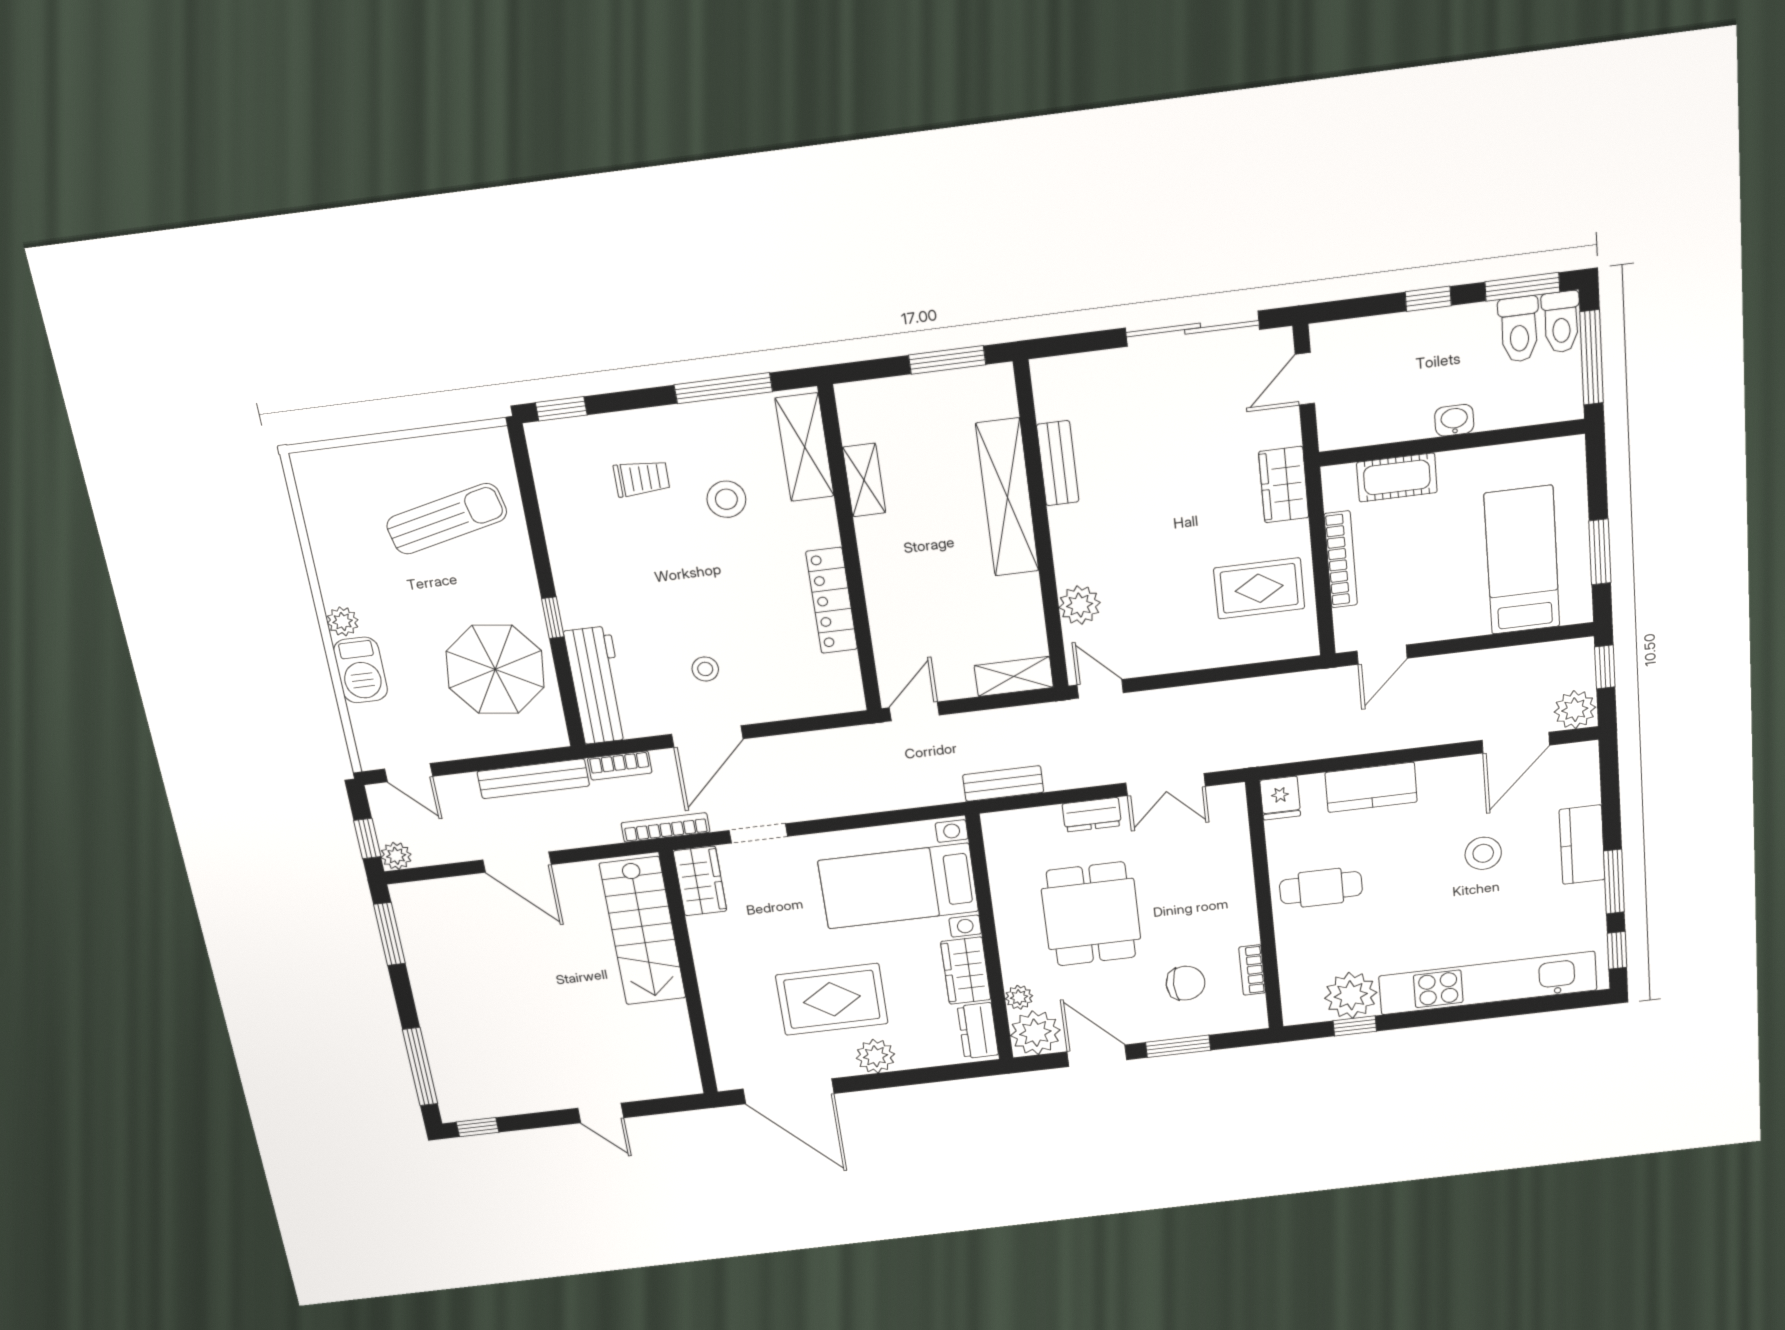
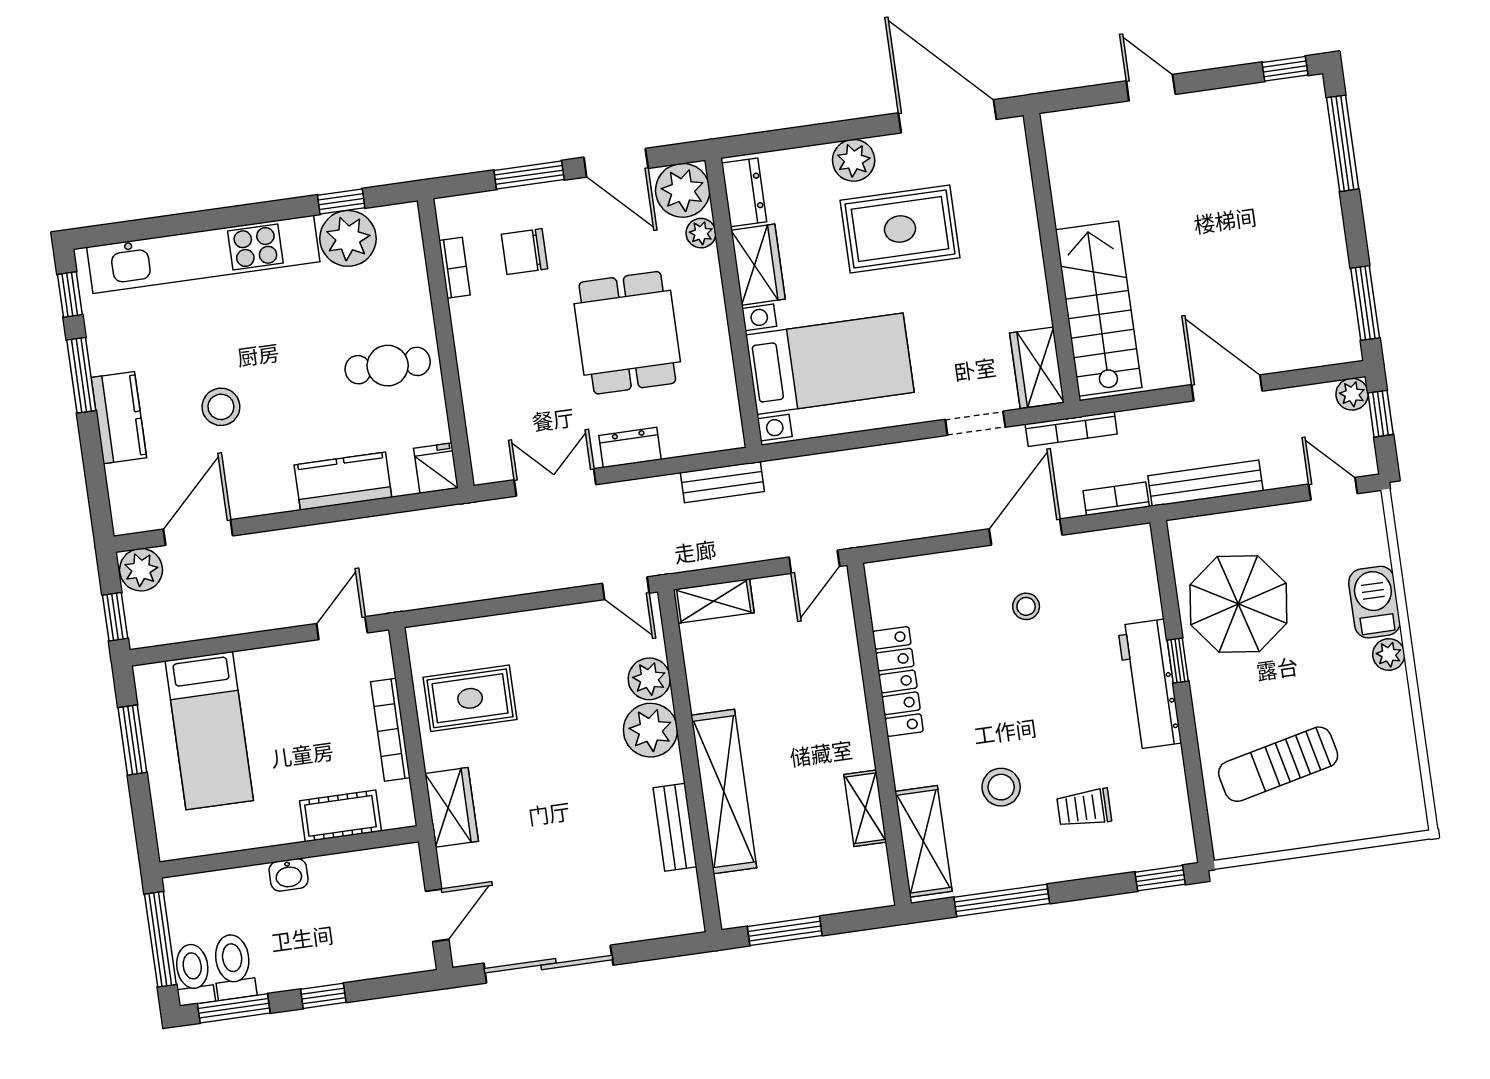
plant: (1080, 557) -> (650, 730), added
workbench: (597, 685) -> (1150, 684), moved

